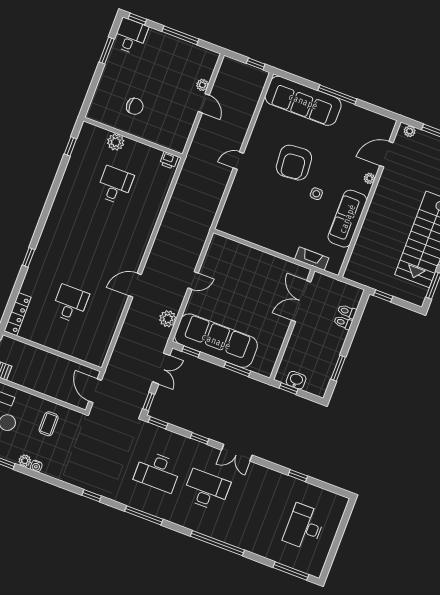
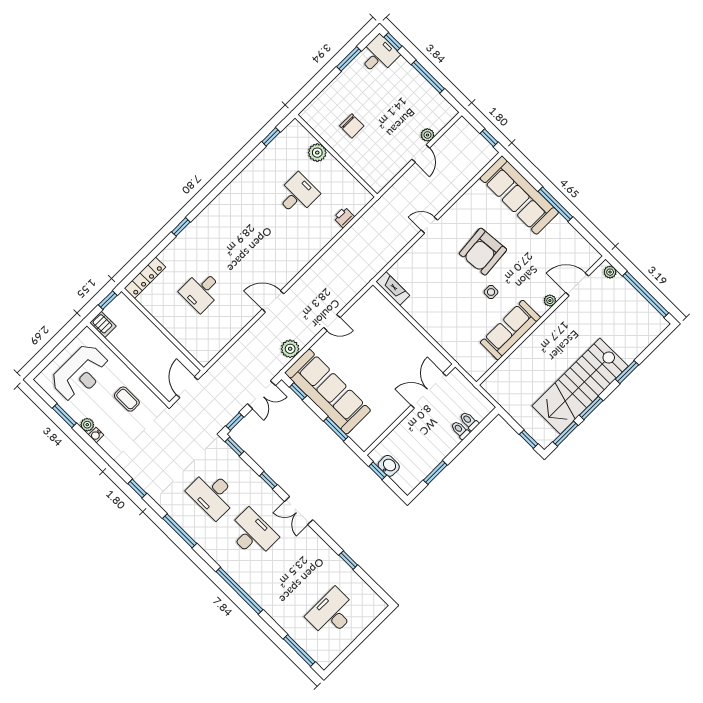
printer: (169, 160) -> (344, 217), moved, turned 90
fireplace: (312, 259) -> (393, 288), moved
window: (383, 296) -> (529, 439), moved
desk: (70, 304) -> (201, 291), turned 180
coffee table: (49, 424) -> (127, 399), turned 90

